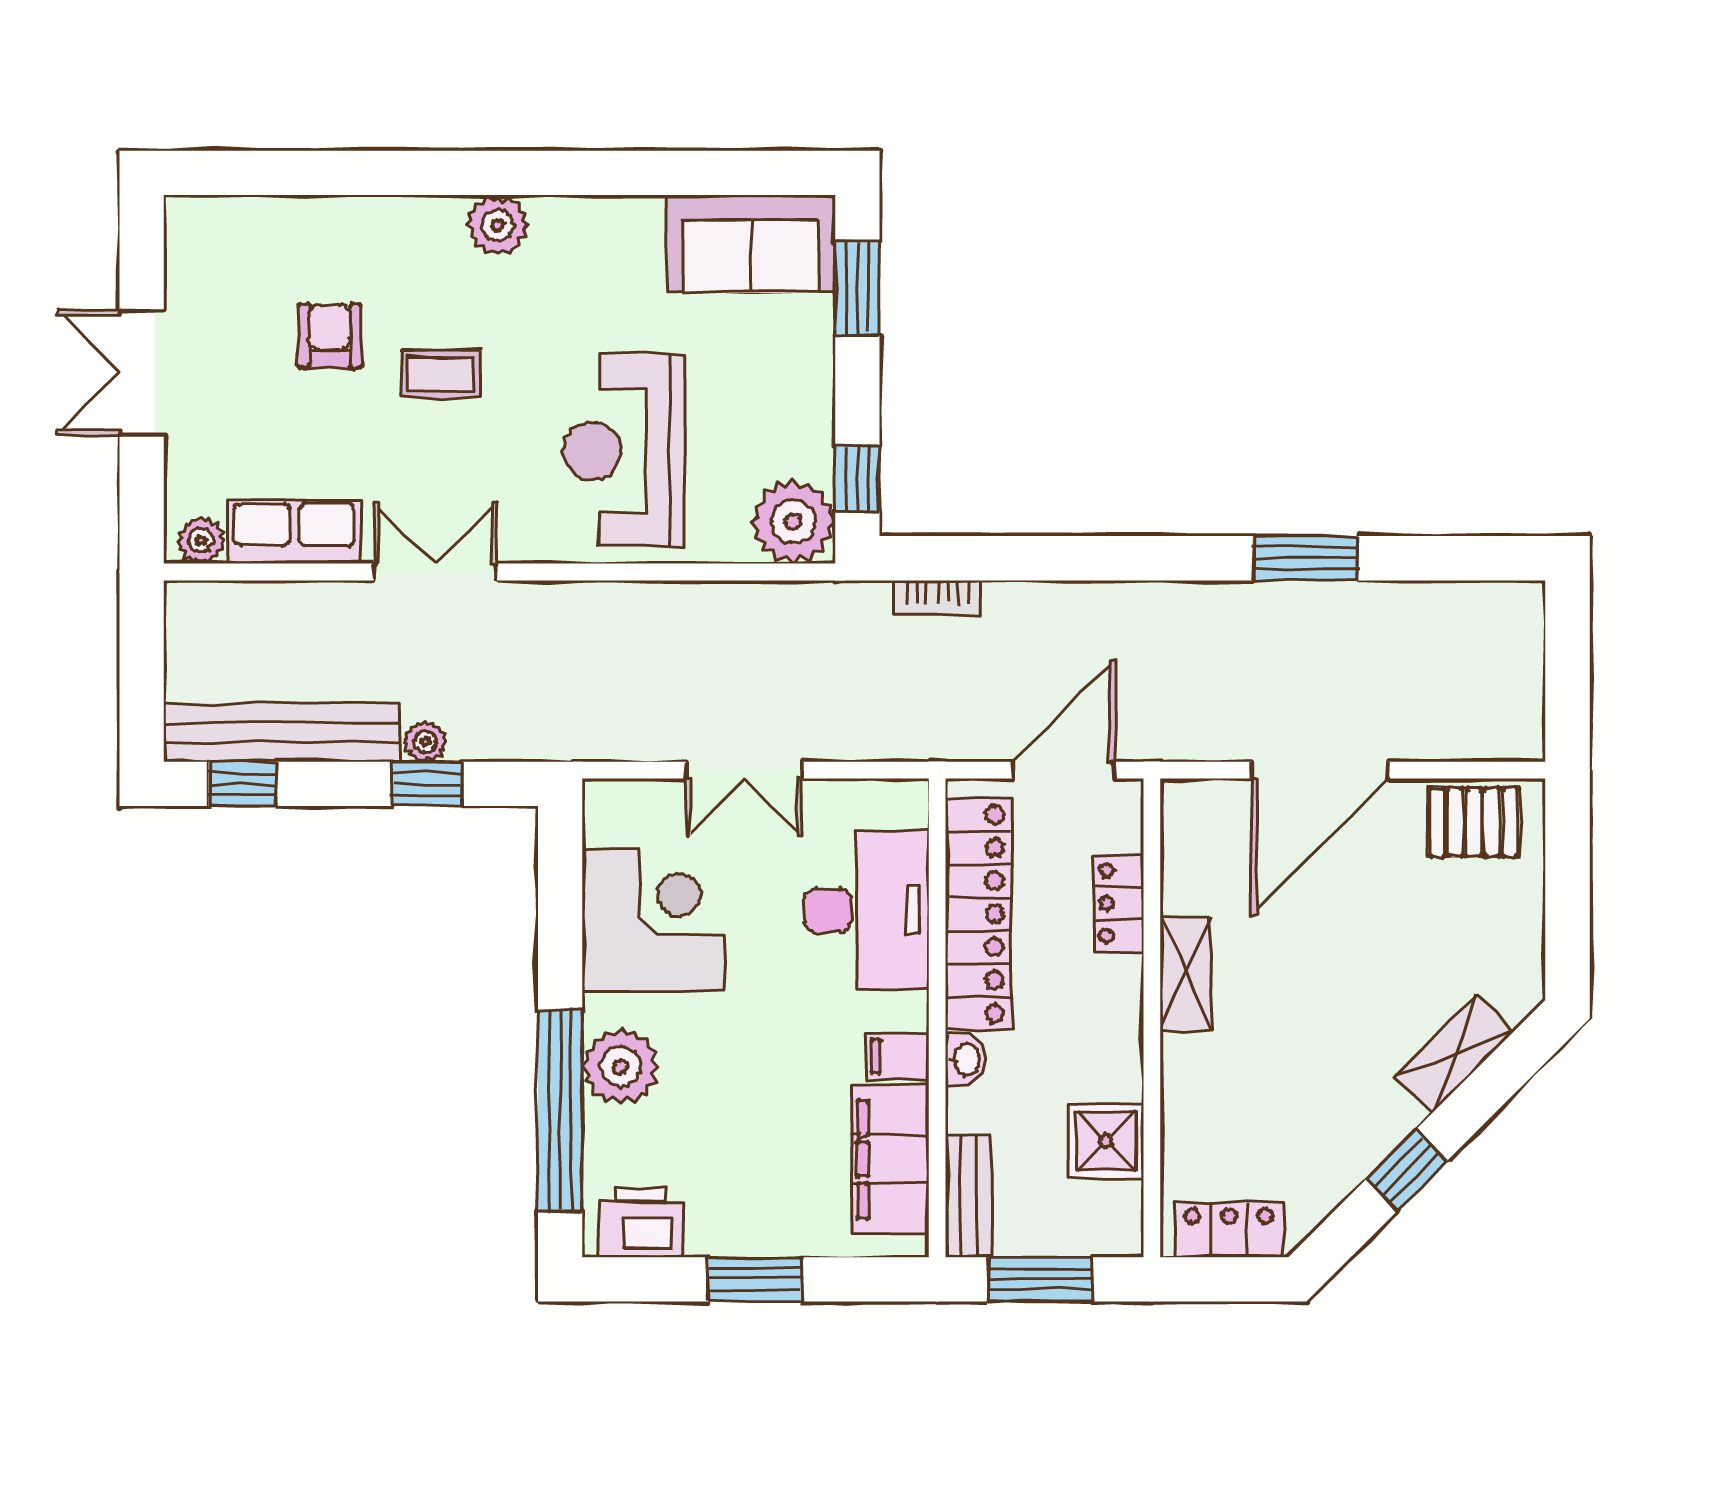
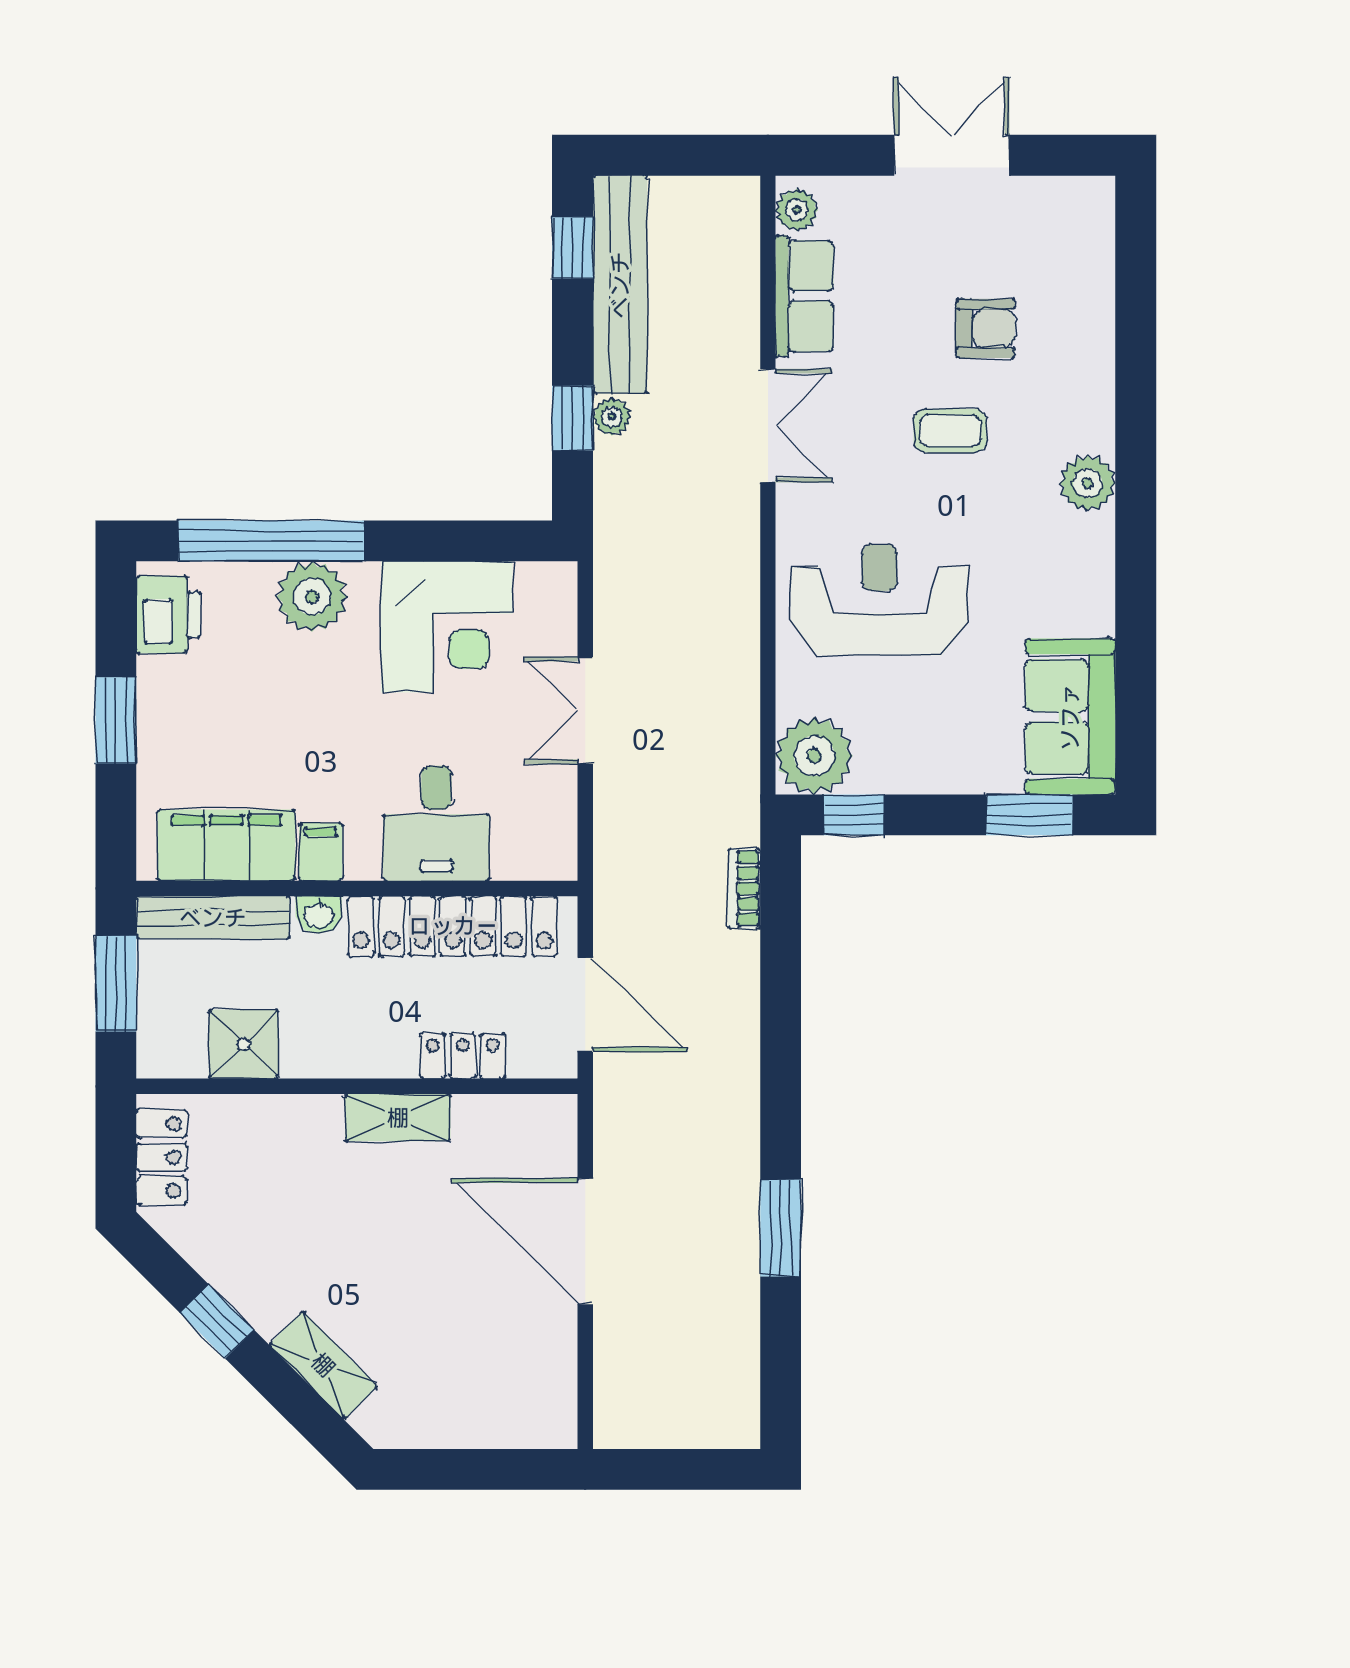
coffee table: (441, 374) -> (950, 431), turned 90
pallet: (1474, 822) -> (537, 1383), removed
desk: (867, 910) -> (436, 823), width x0.73
bench: (969, 1196) -> (213, 918), width x1.36

